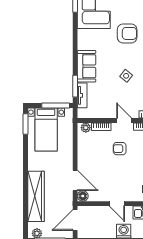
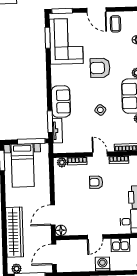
armchair: (127, 33) -> (100, 68), turned 180
door: (75, 180) -> (53, 215), swing flipped
door: (117, 204) -> (95, 237), hinge flipped

